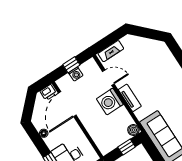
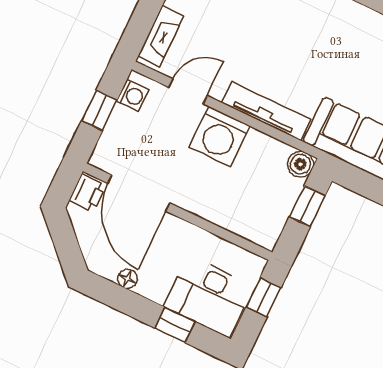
washing machine: (76, 74) -> (133, 95), moved
tv unit: (130, 98) -> (266, 111), width x1.41

